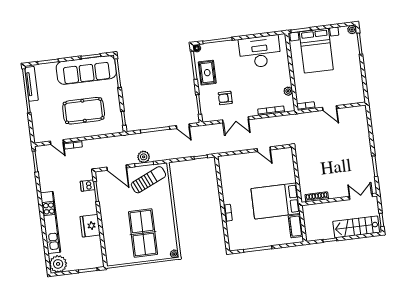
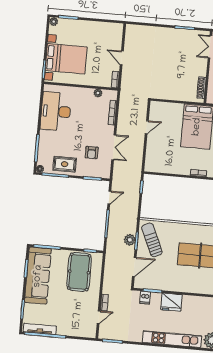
door: (330, 108) -> (122, 58), swing flipped
pool table: (84, 111) -> (79, 272), moved
fridge: (90, 226) -> (171, 302), moved

